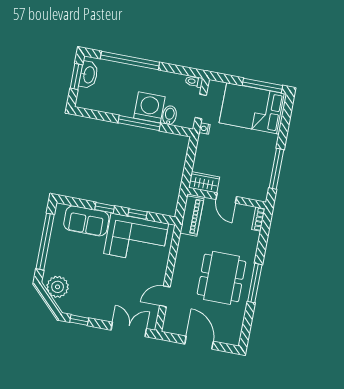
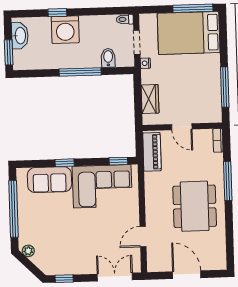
window: (130, 60) -> (57, 13), width x0.32
window: (76, 77) -> (9, 52), moved
washing machine: (149, 107) -> (65, 30), moved, turned 180
wardrobe: (204, 182) -> (150, 99), moved, turned 90
window: (137, 214) -> (118, 161), moved
window: (255, 283) -> (228, 181), moved
plant: (58, 287) -> (28, 251), width x0.53, depth x0.53

